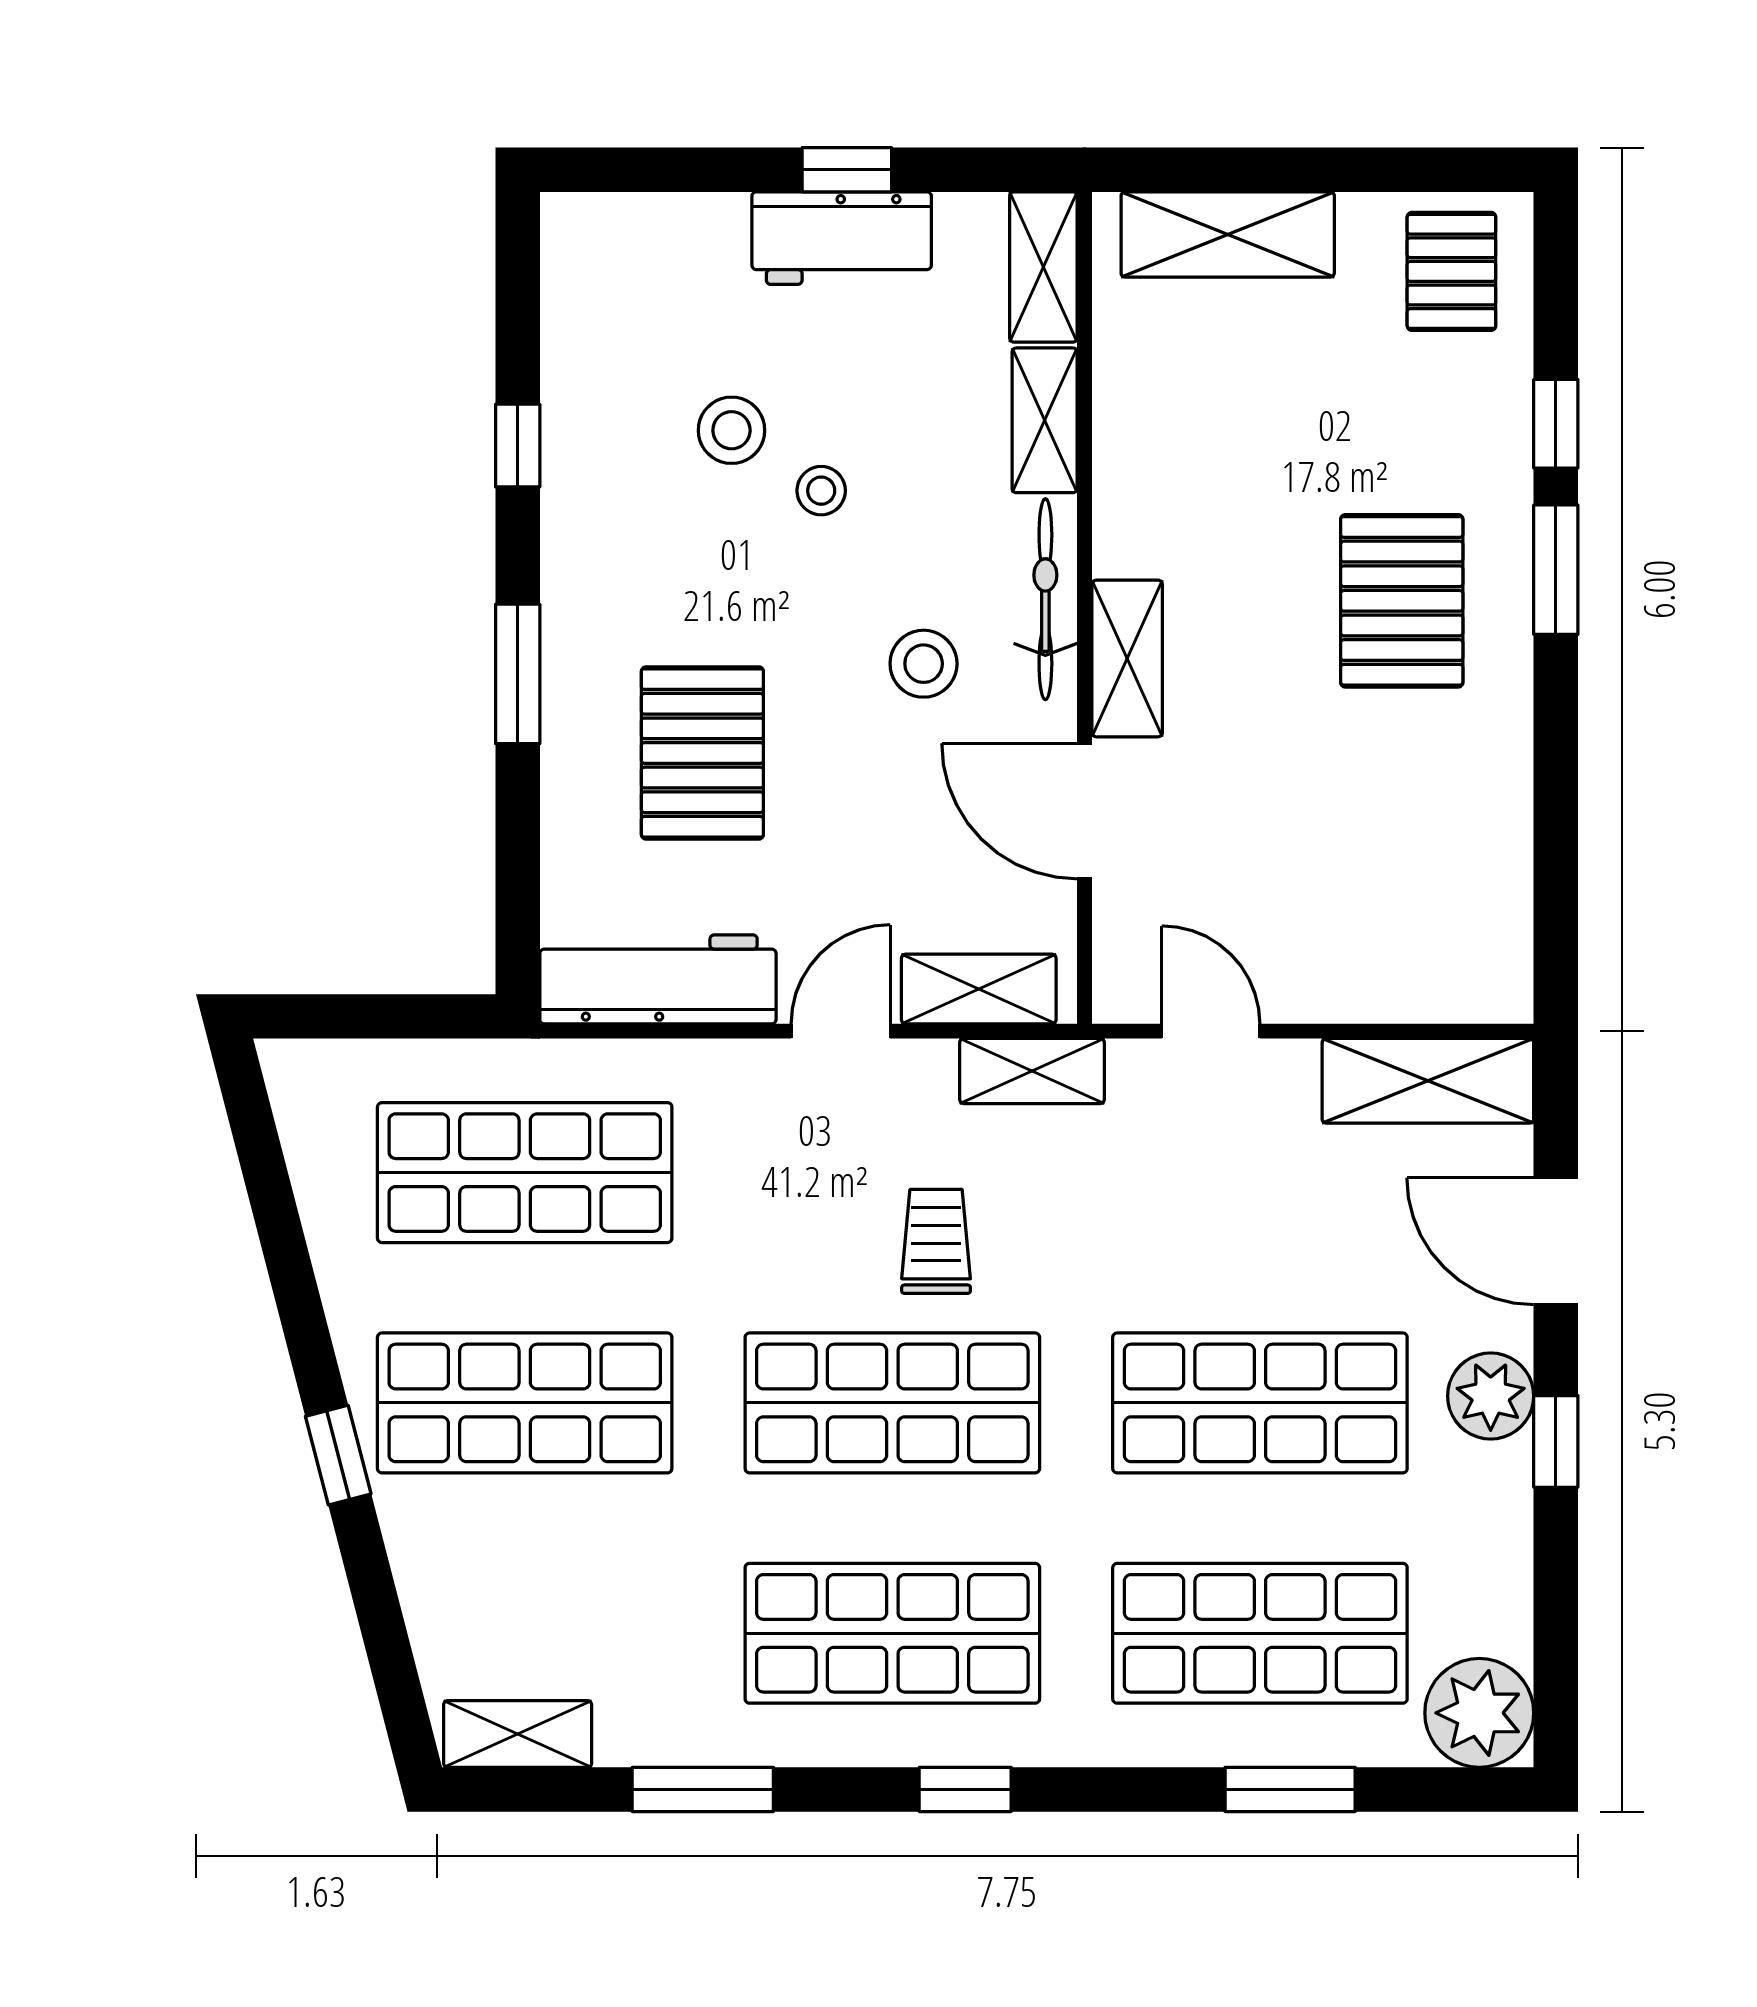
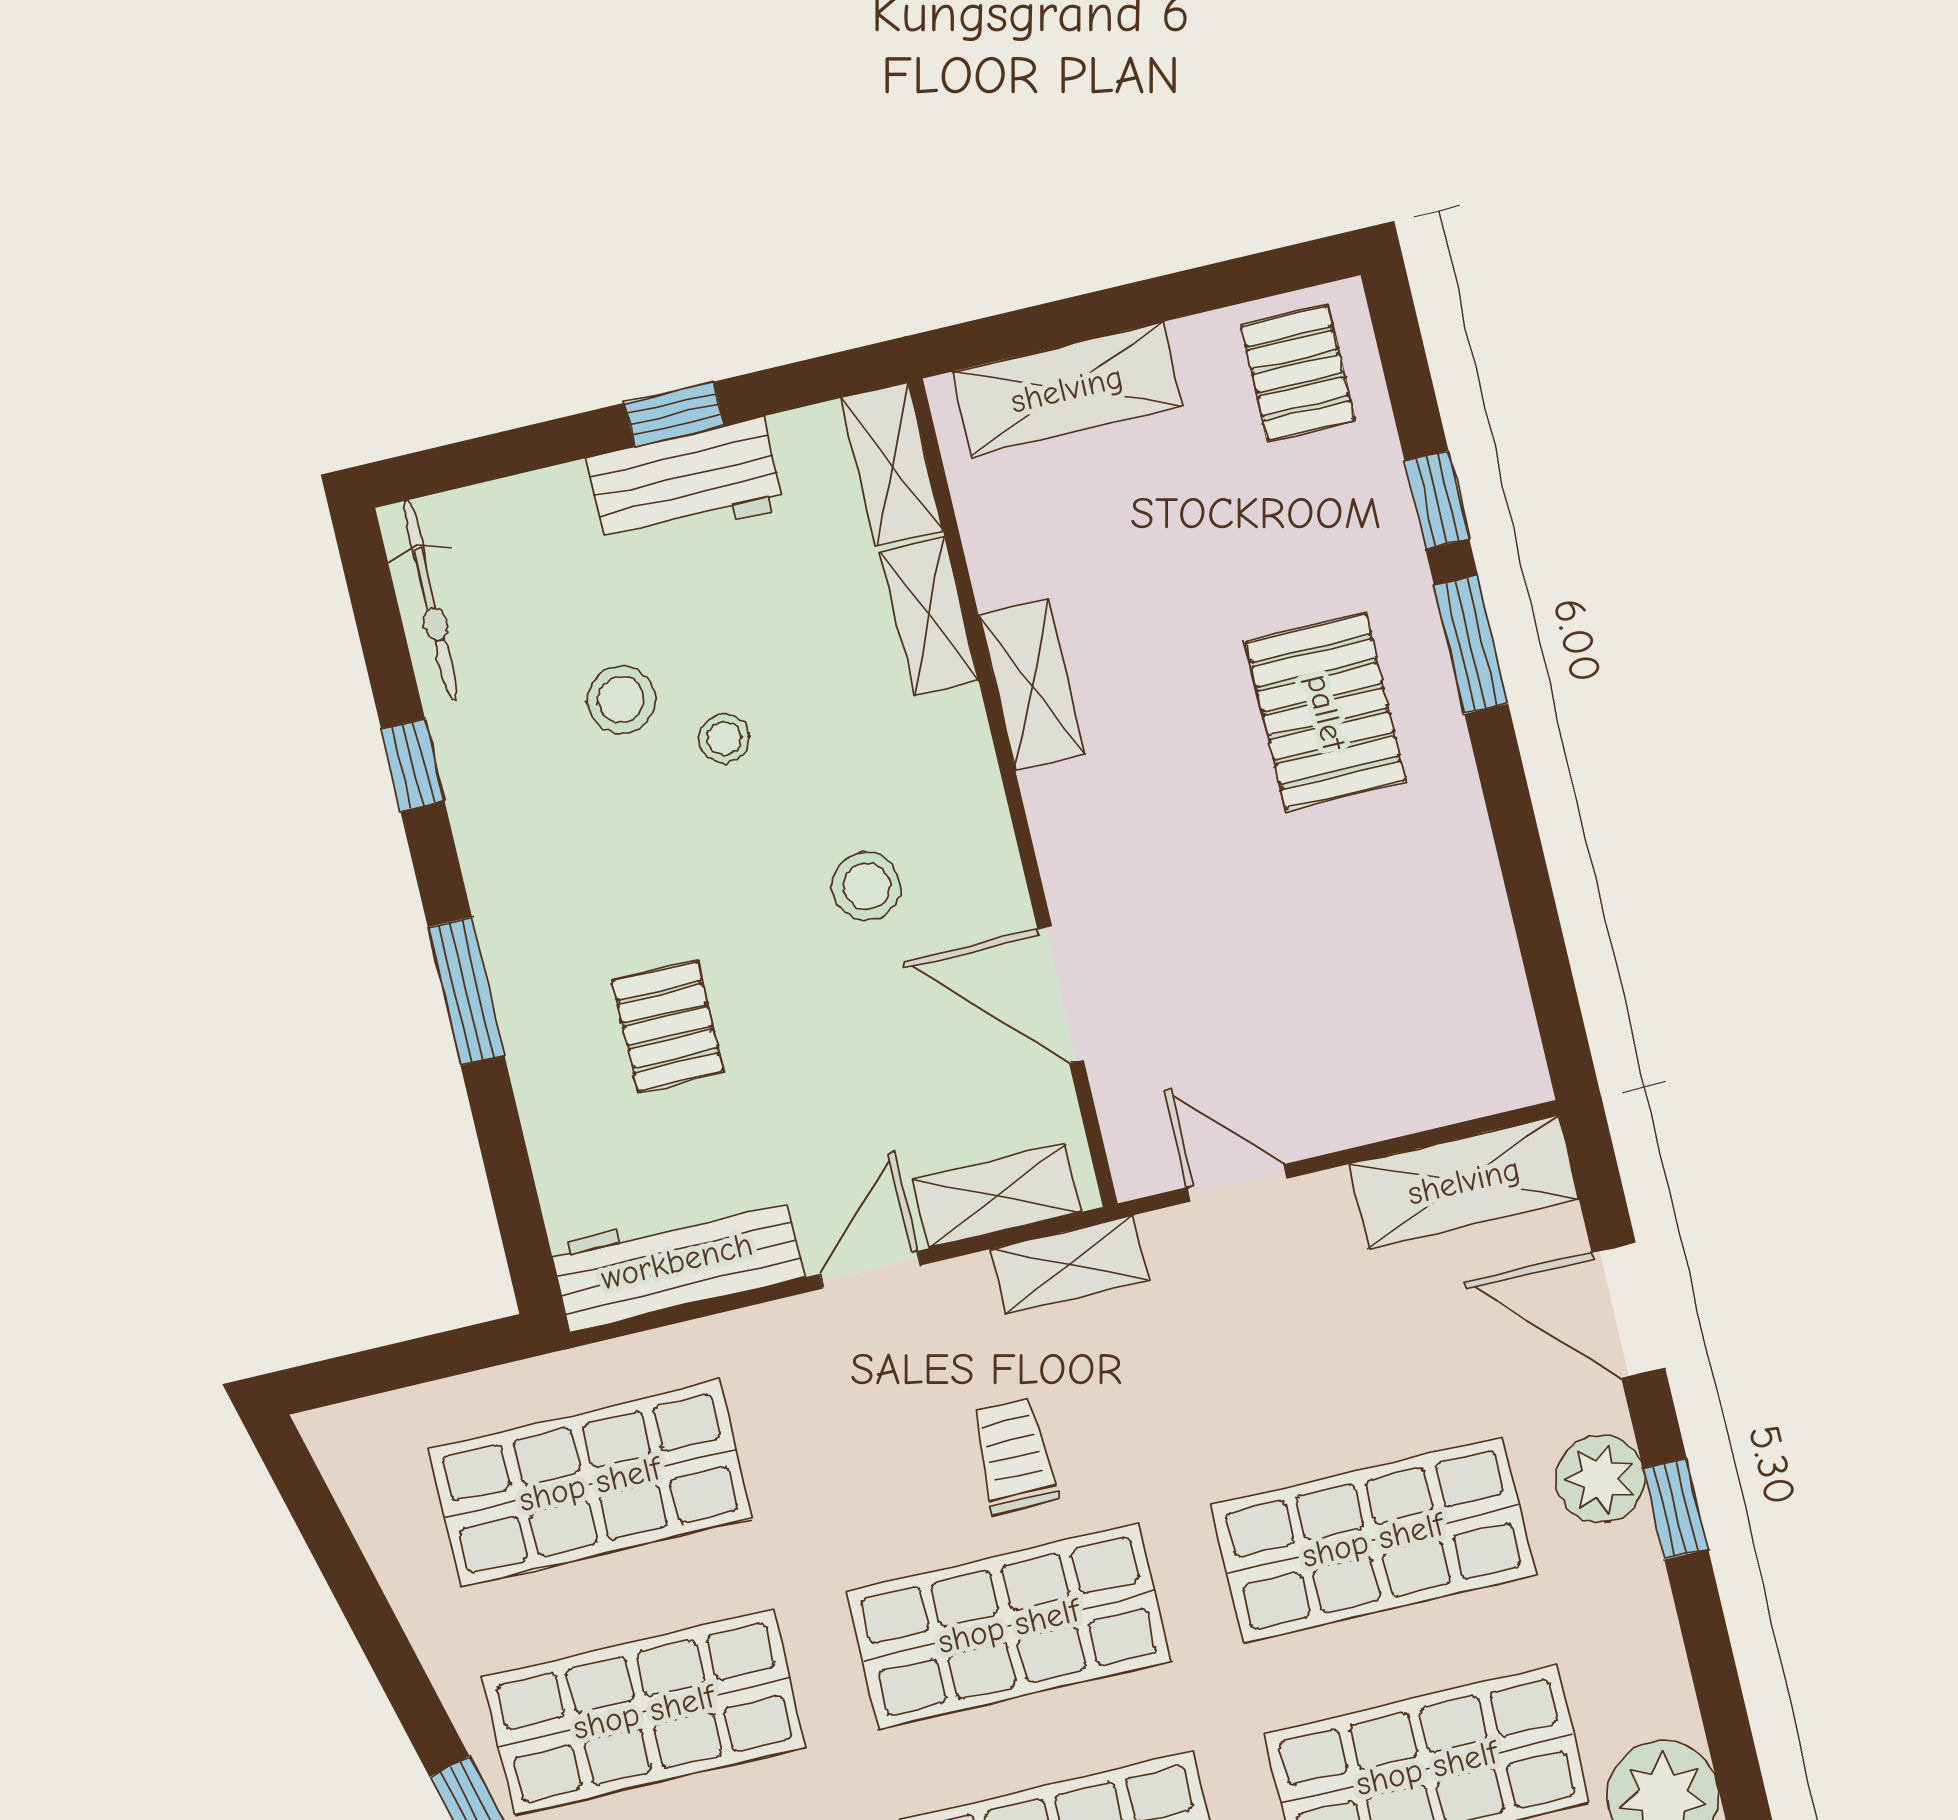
bicycle: (1045, 599) -> (430, 600), moved, turned 180
shelving: (1127, 658) -> (1032, 685), moved
pallet: (702, 753) -> (668, 1026), width x0.67, depth x0.71

